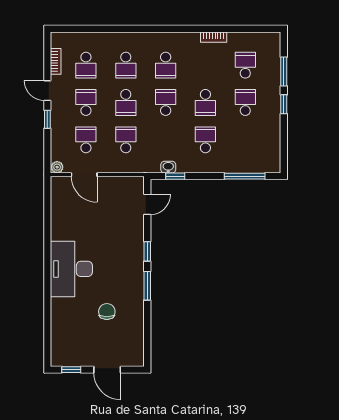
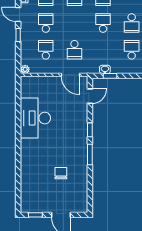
school desk: (126, 102) -> (74, 23), removed
school desk: (126, 140) -> (74, 50), turned 180
door: (84, 175) -> (70, 75), moved
desk: (71, 269) -> (35, 118), moved

